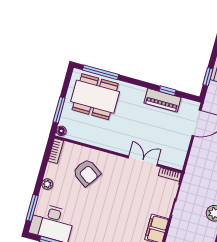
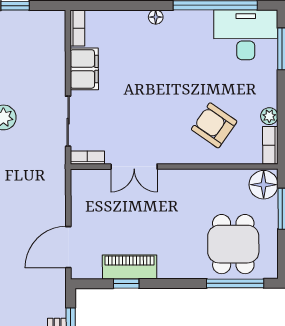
dining table: (95, 97) -> (233, 244), width x0.73
floor lamp: (61, 131) -> (264, 185), width x1.89, depth x1.89
plant: (47, 184) -> (269, 116), moved

